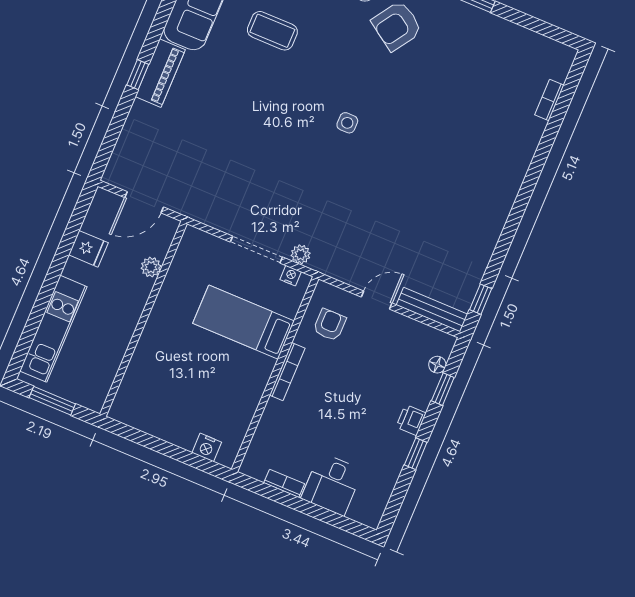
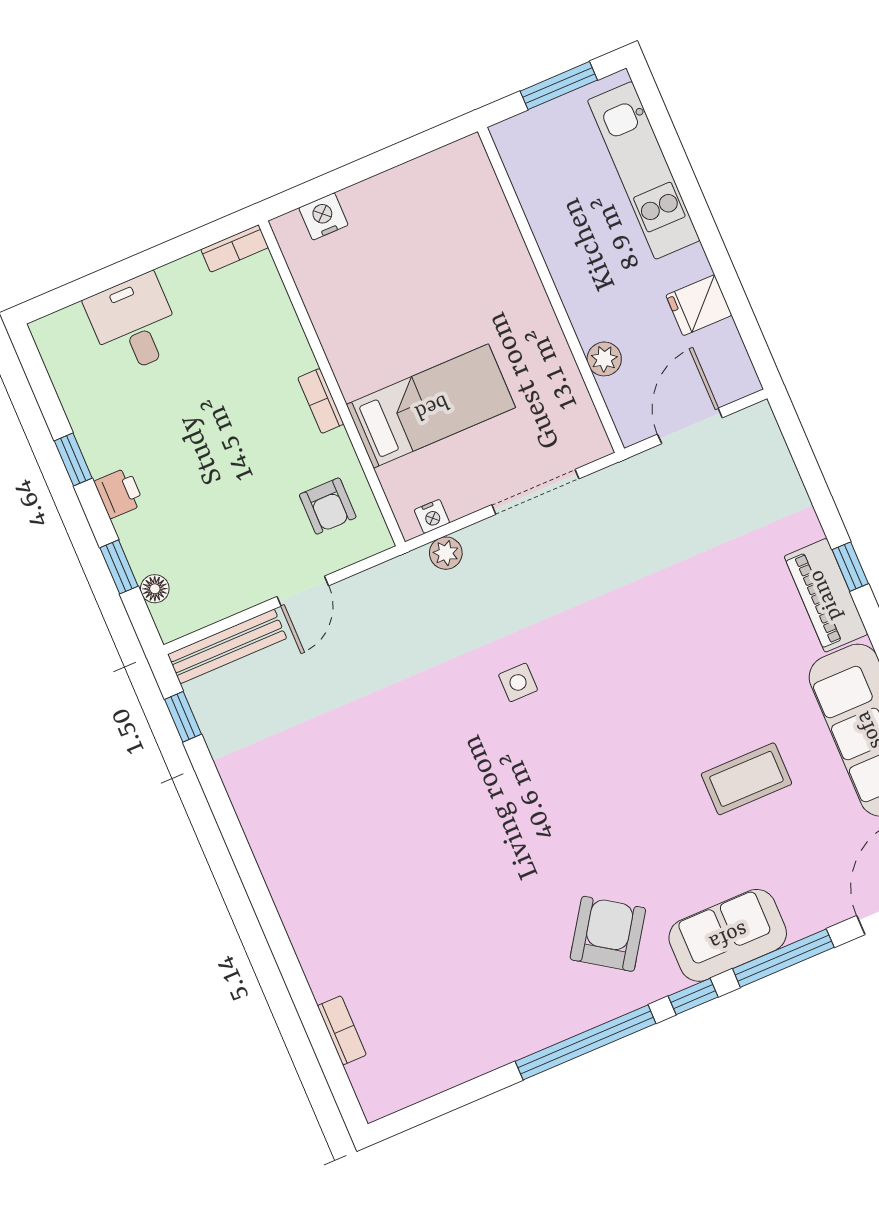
side table: (347, 123) -> (518, 682), moved
doorway: (256, 250) -> (535, 492), moved
bookcase: (287, 372) -> (321, 401), width x0.64
bookcase: (284, 483) -> (235, 249), moved

